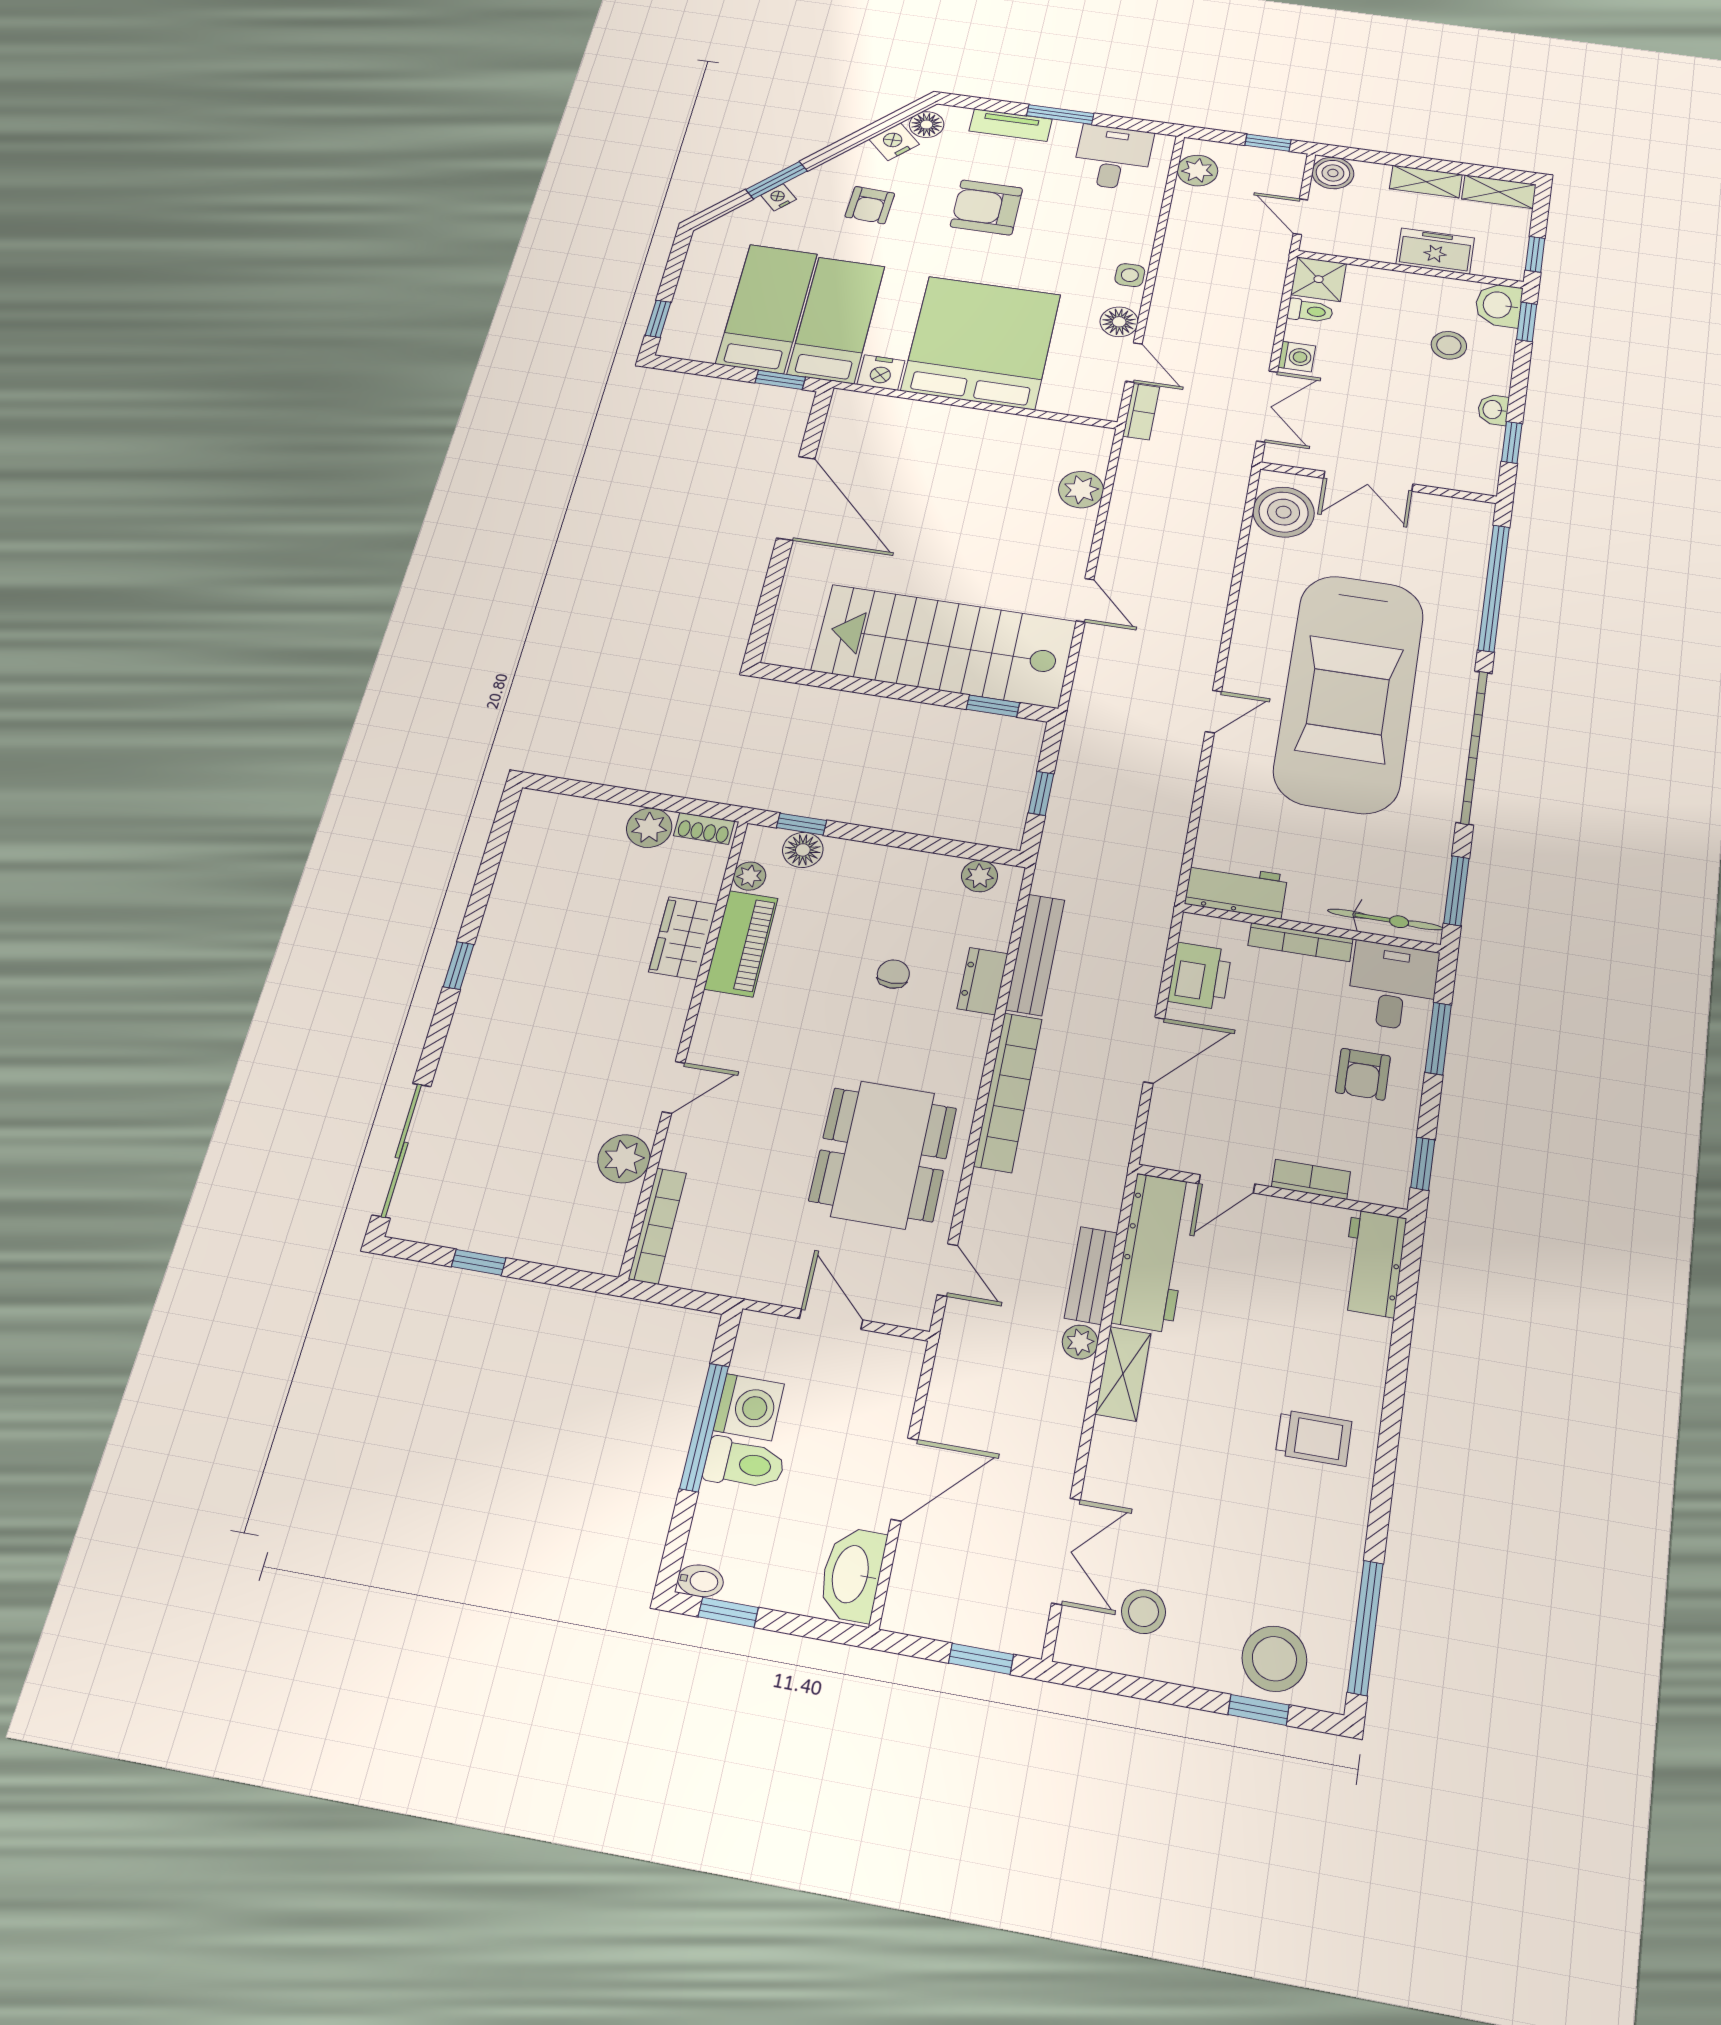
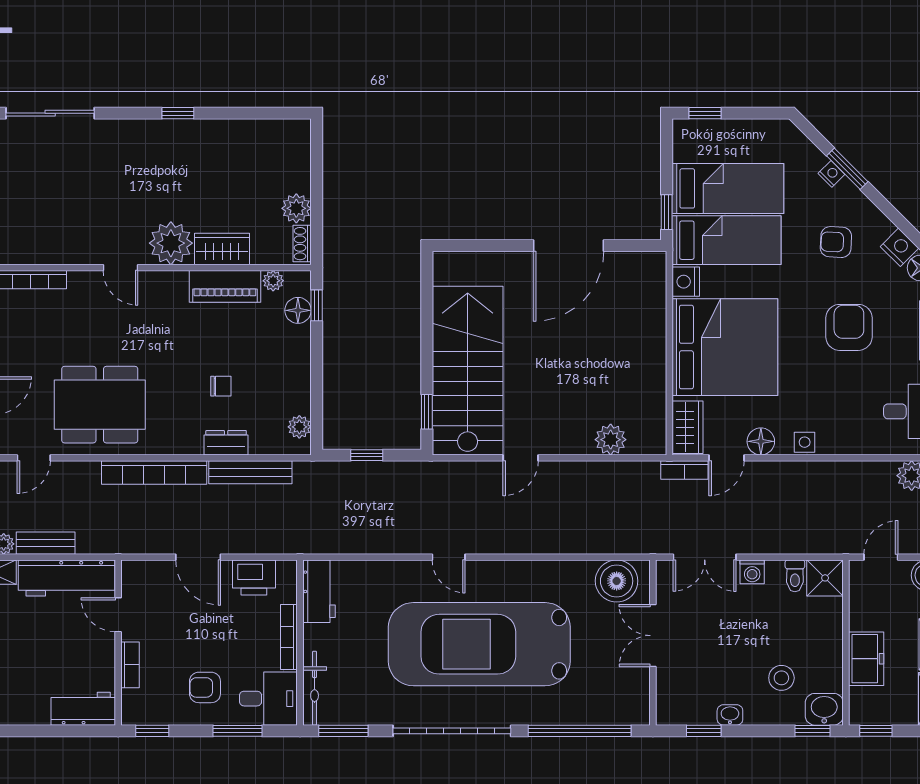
wardrobe: (1082, 400) -> (688, 427), added
plant: (624, 1159) -> (171, 243), moved, width x1.36, depth x1.36

